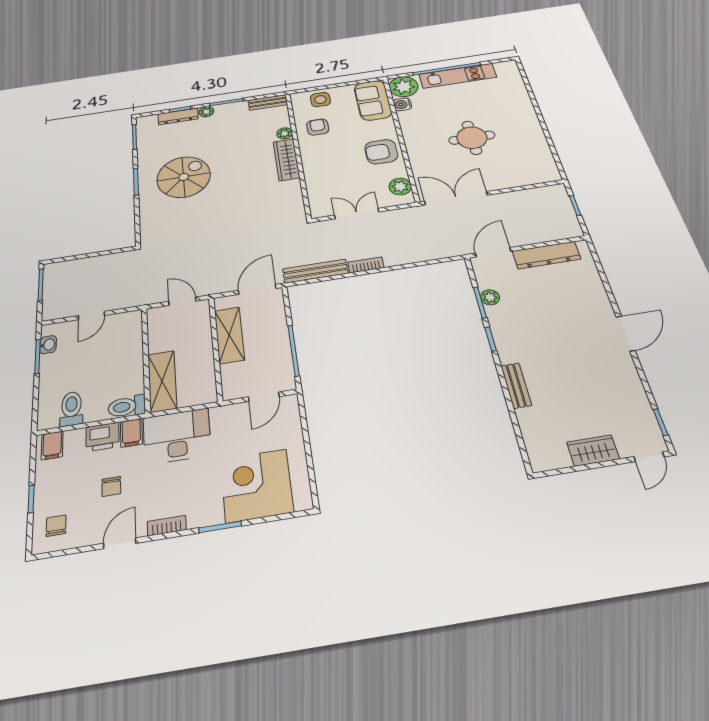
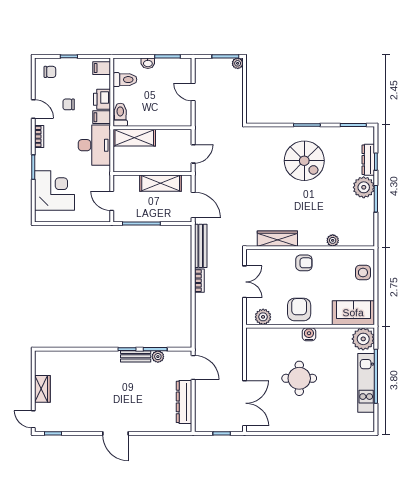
bench: (268, 102) -> (369, 231), removed
water cooler: (402, 104) -> (309, 334), moved
plant: (206, 112) -> (364, 187), width x1.88, depth x1.88
armchair: (318, 127) -> (304, 263), moved
wardrobe: (286, 160) -> (277, 239), moved
double door: (456, 198) -> (245, 403), moved
plant: (51, 269) -> (238, 63), added
washbasin: (48, 345) -> (148, 63), moved
bench: (516, 386) -> (136, 356), moved

